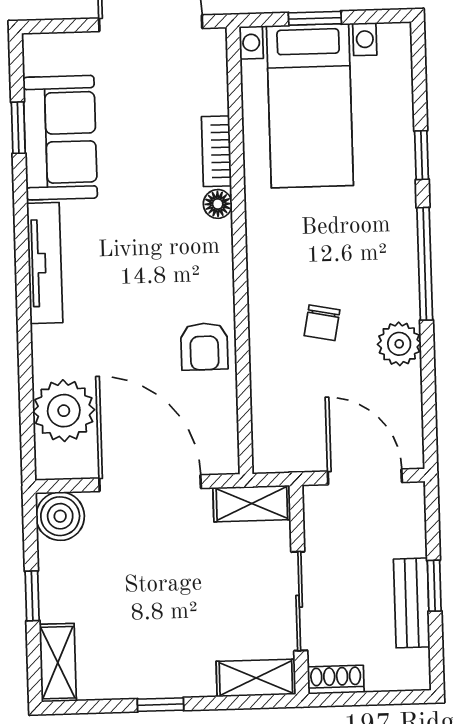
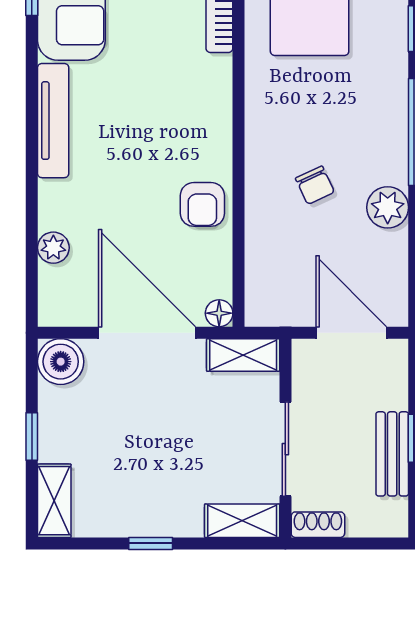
floor lamp: (218, 204) -> (219, 313), moved
chair: (322, 323) -> (315, 185), turned -36
plant: (64, 411) -> (53, 248), width x0.53, depth x0.53

